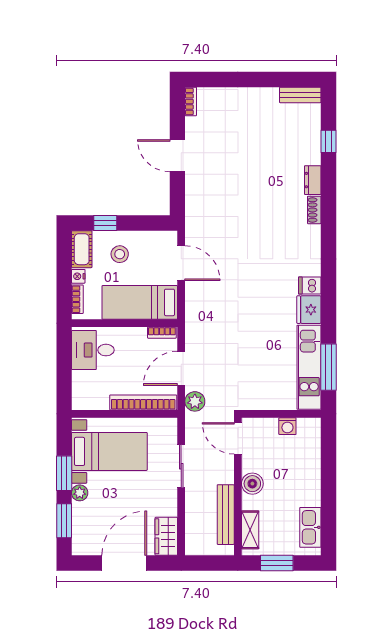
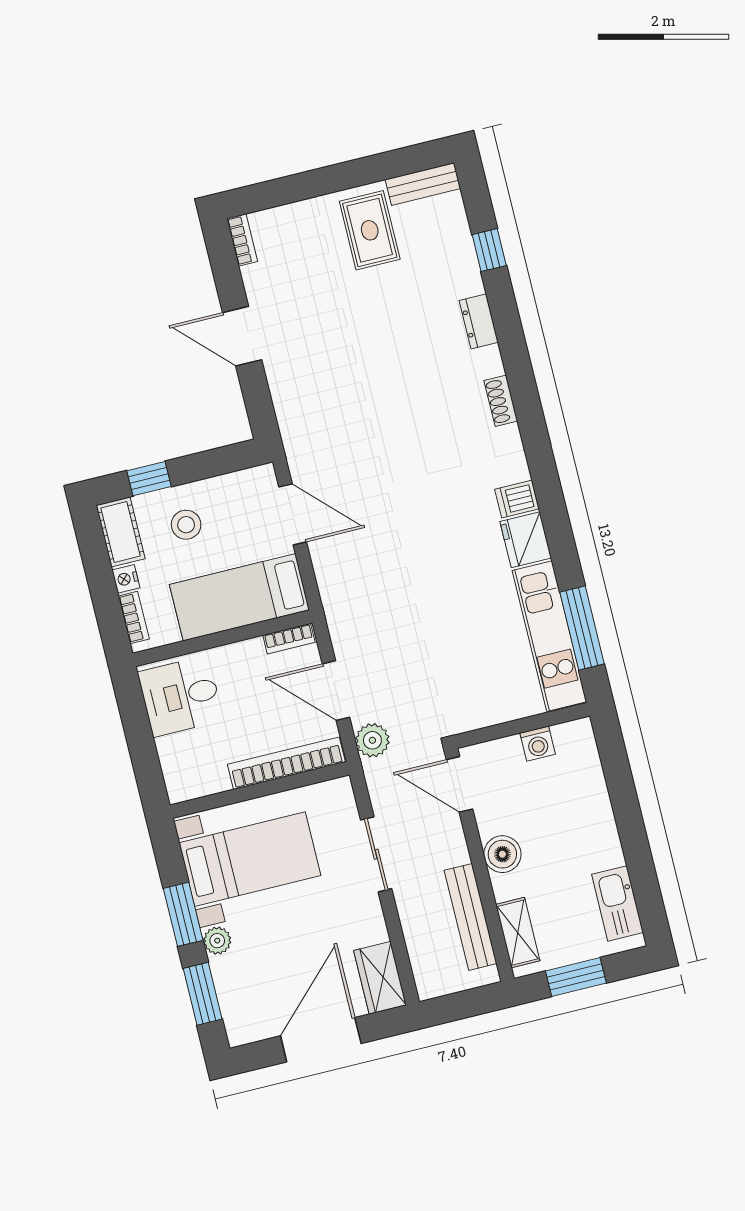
rug: (264, 114) -> (370, 230), added
shoe rack: (314, 210) -> (501, 401), moved
door: (181, 368) -> (336, 691), hinge flipped

